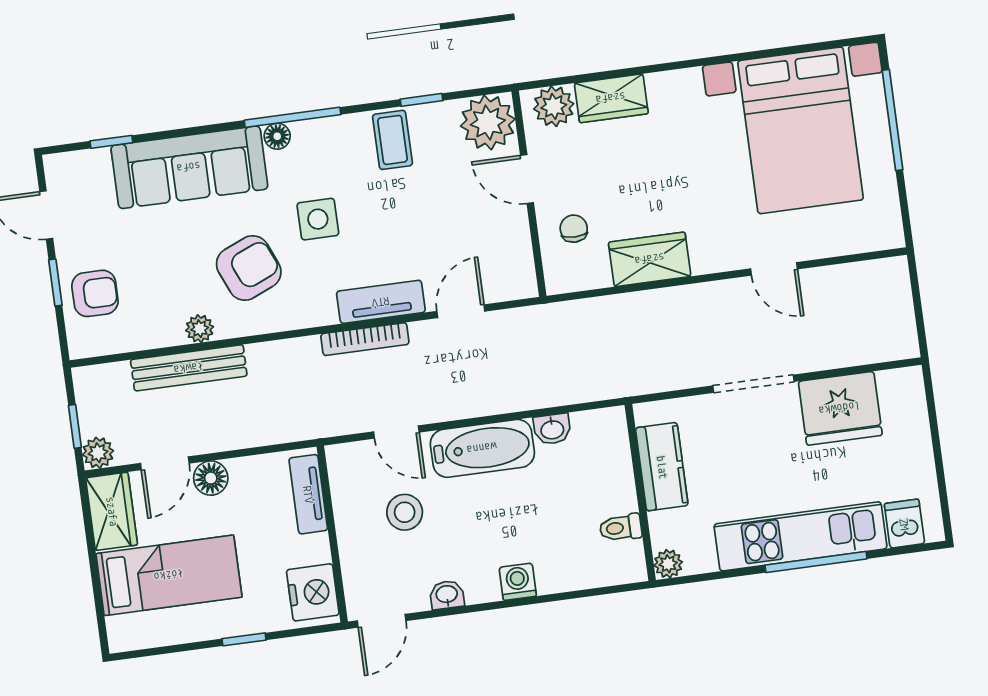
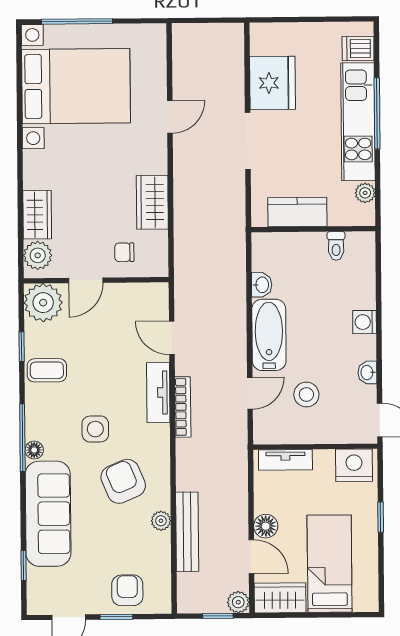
plant: (668, 564) -> (365, 193), moved

